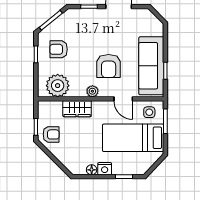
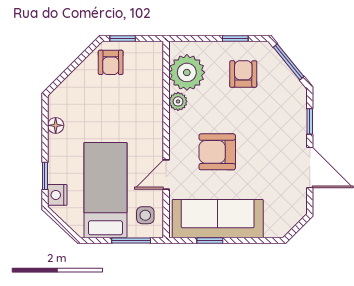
plant: (92, 91) -> (178, 101), moved
wardrobe: (77, 109) -> (151, 103), removed
nightstand: (105, 169) -> (57, 195), moved

